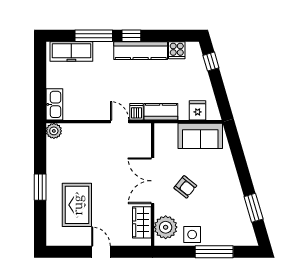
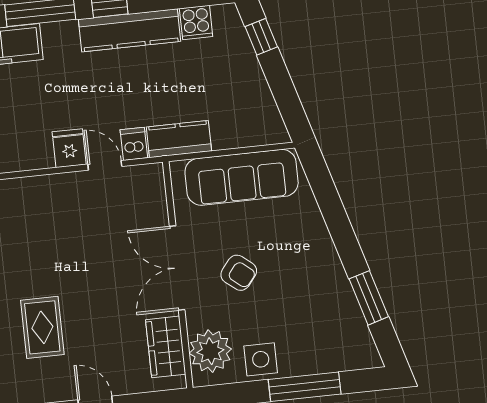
fridge: (198, 110) -> (69, 148), moved
sofa: (200, 136) -> (242, 177), width x1.36
rug: (77, 205) -> (42, 327), width x0.73, depth x0.70

